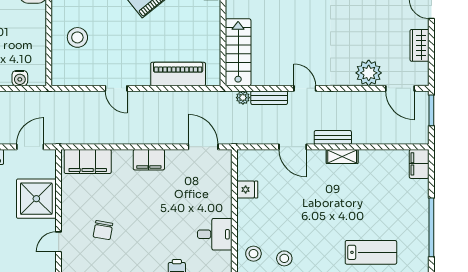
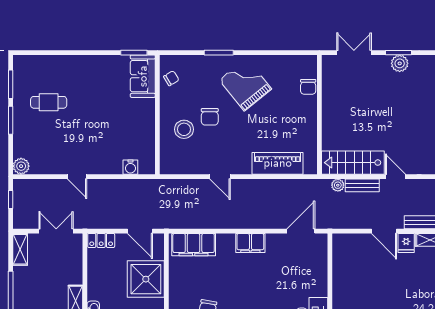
chair: (105, 24) -> (210, 117), added
stairs: (238, 52) -> (353, 163), moved, turned -90
door: (30, 147) -> (140, 231), swing flipped
door: (203, 147) -> (301, 231), hinge flipped
fridge: (247, 189) -> (406, 243), moved, turned 90

